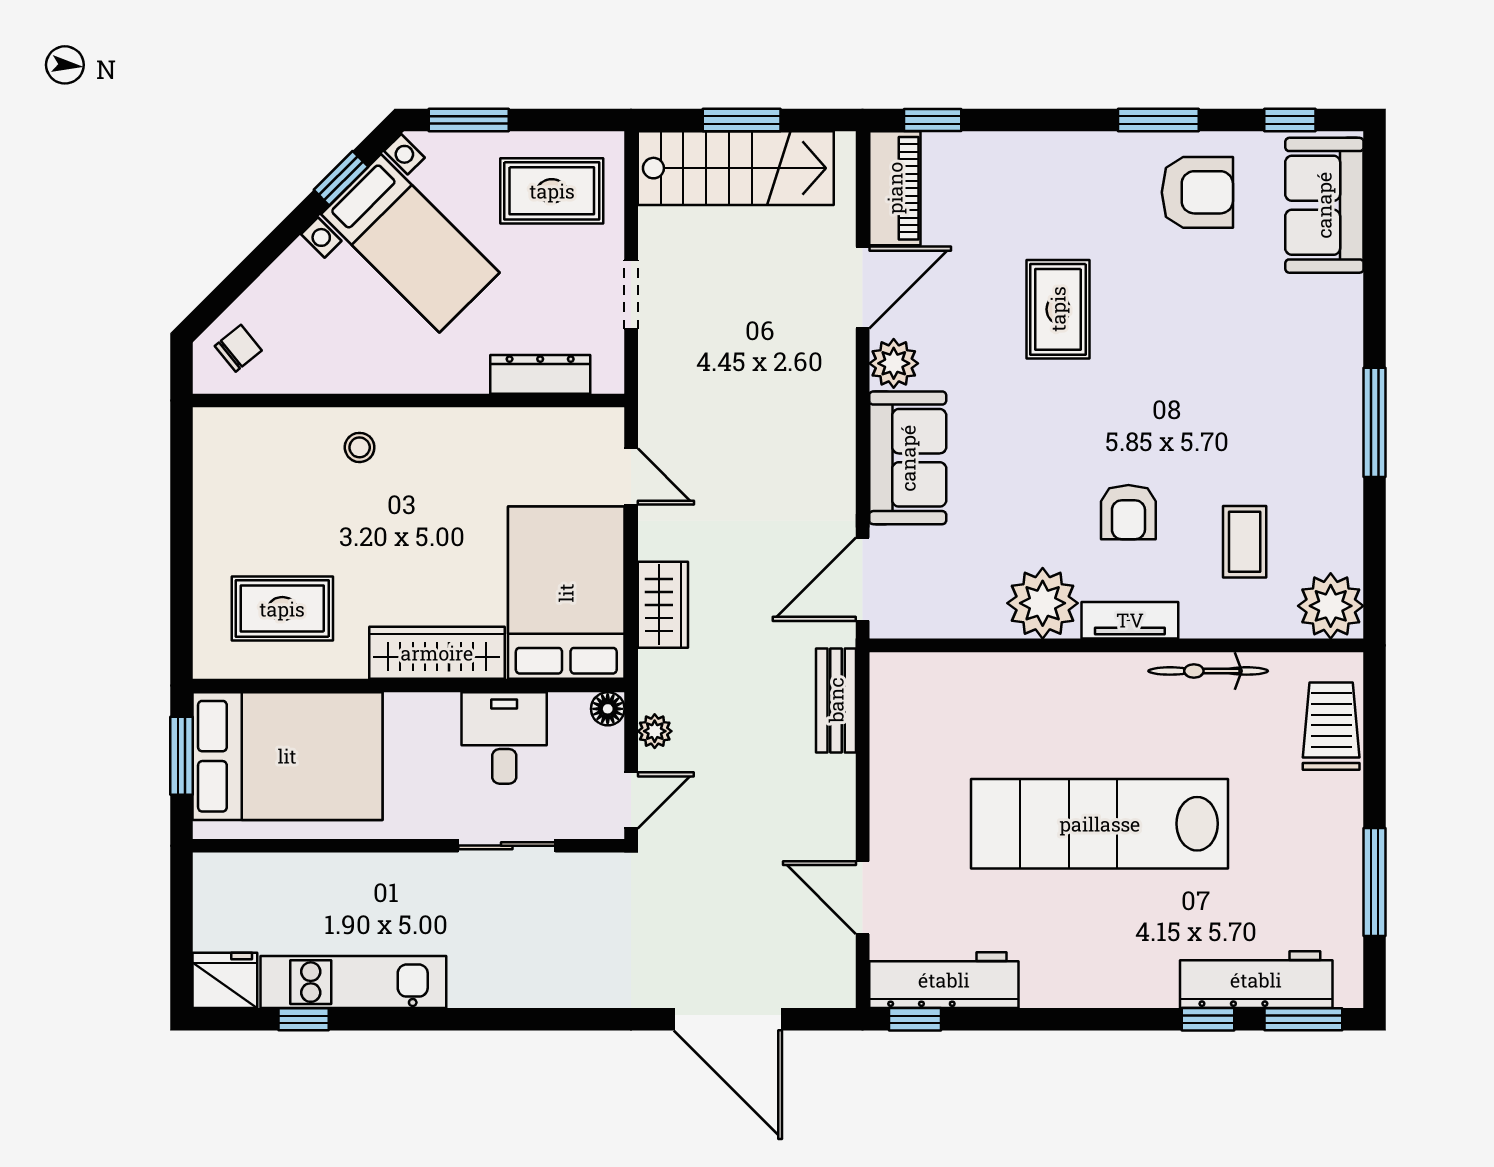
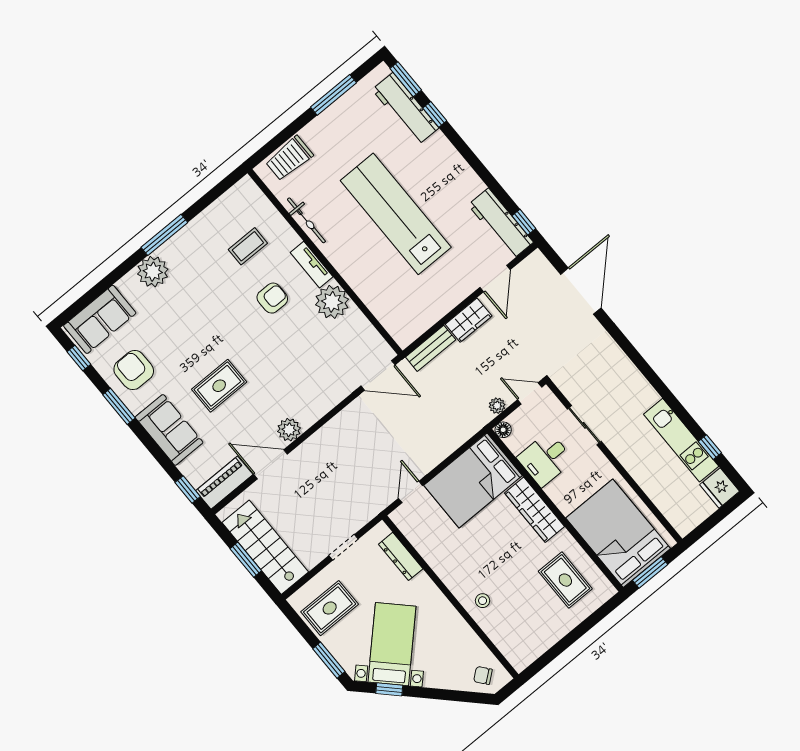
rug: (552, 191) -> (330, 608), turned 90
sofa: (908, 458) -> (169, 430), moved, turned 90
wardrobe: (663, 605) -> (469, 320), moved, turned 180
plant: (1331, 606) -> (153, 272), moved
lab bench: (1100, 824) -> (396, 214), turned 180

